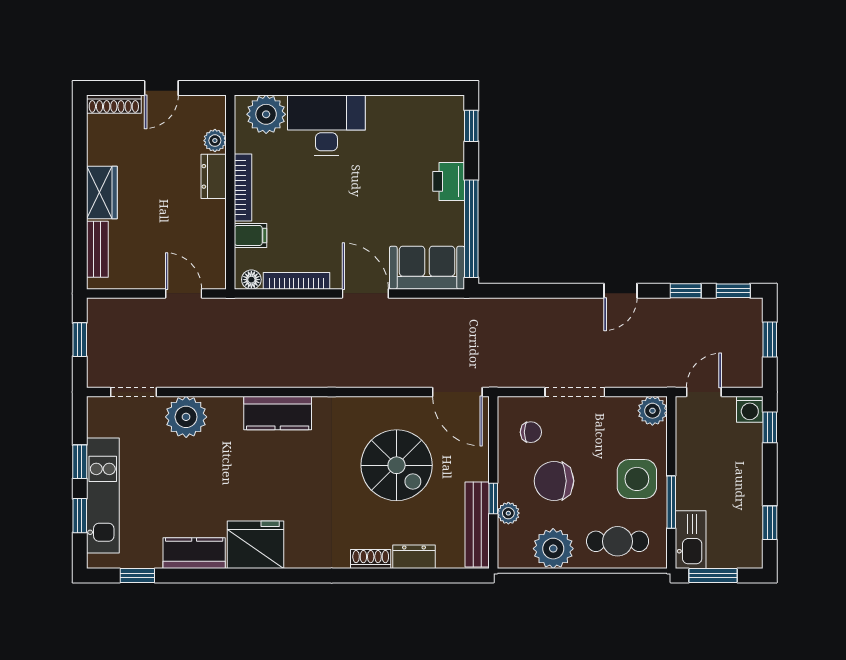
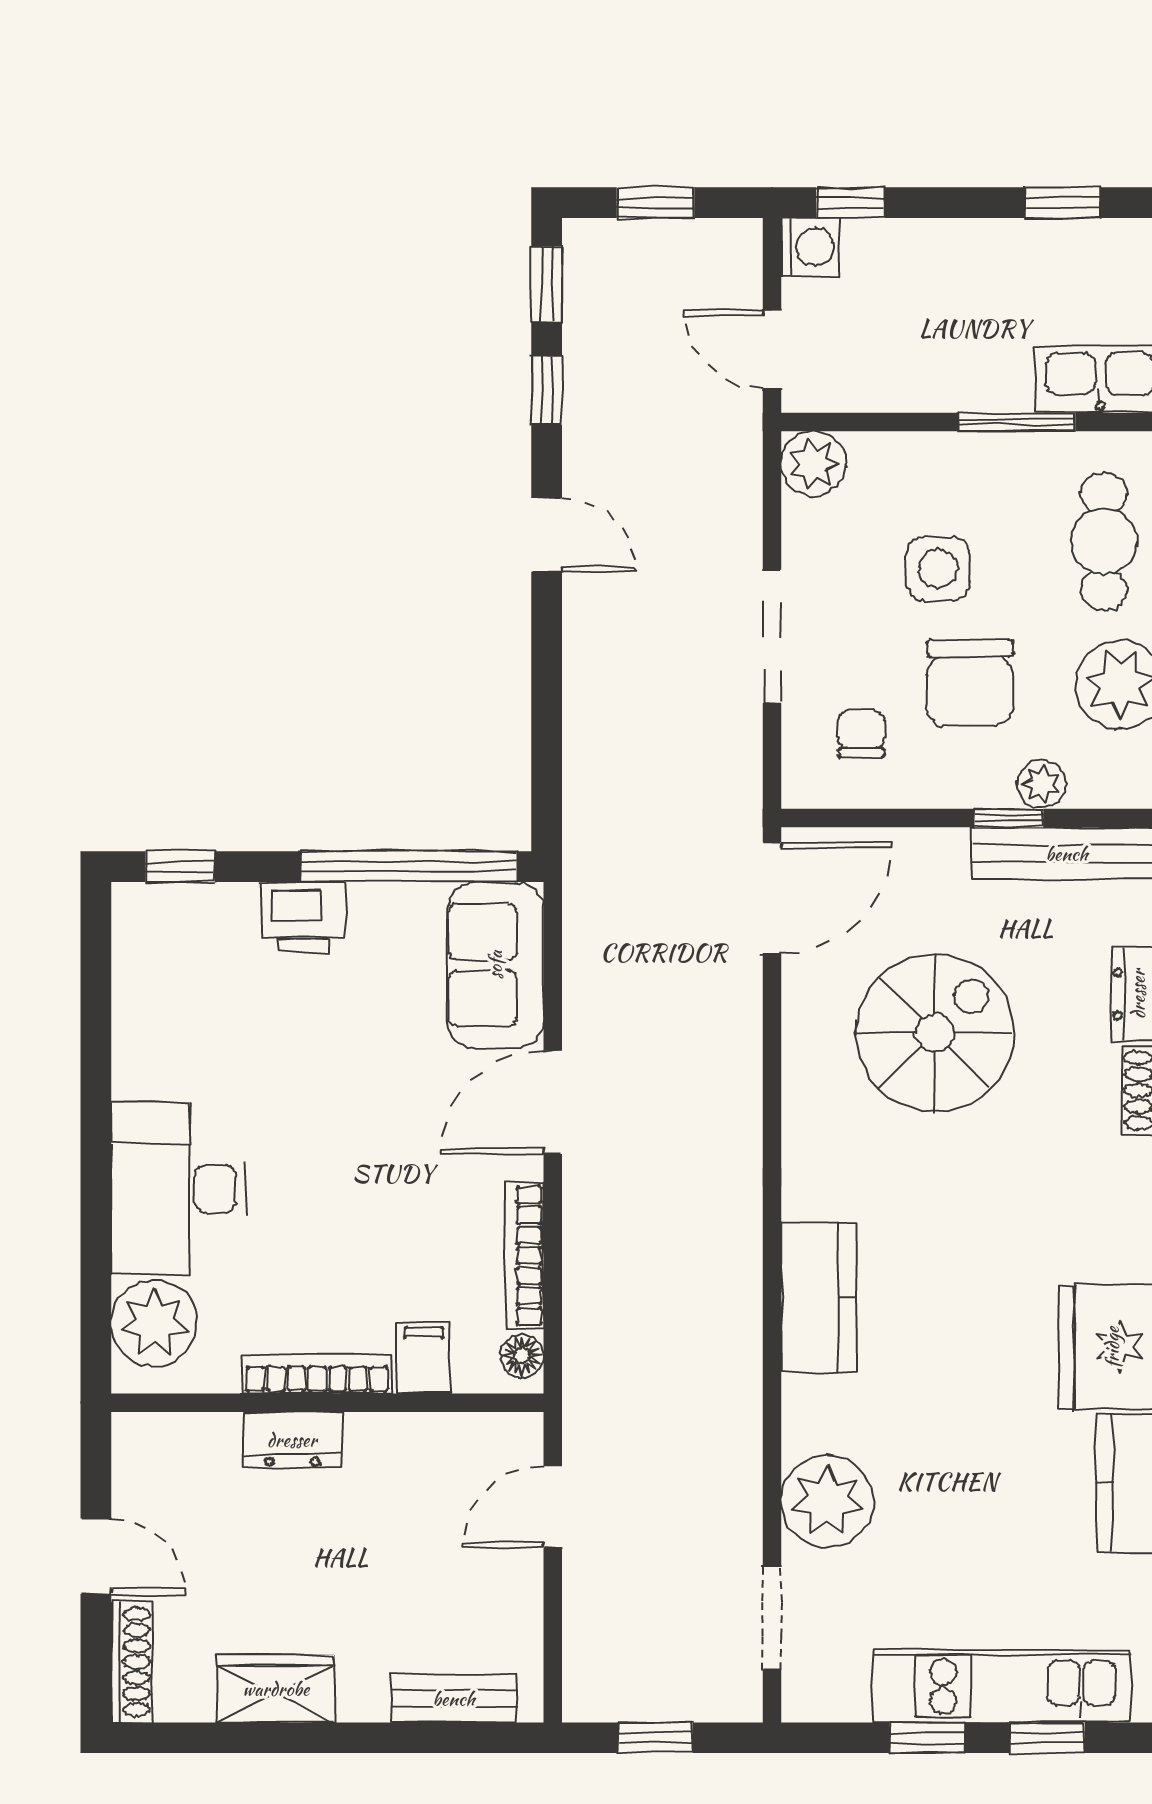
plant: (215, 141) -> (213, 1437), removed
wardrobe: (102, 193) -> (276, 1689), moved
side table: (637, 479) -> (938, 568), moved, width x0.73, depth x0.73

